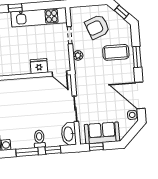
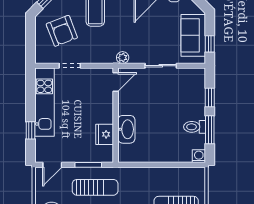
plant: (78, 55) -> (123, 58), moved
fridge: (39, 66) -> (105, 134), moved
washbasin: (69, 134) -> (126, 129), moved, turned -90
toilet: (39, 139) -> (195, 127), moved

